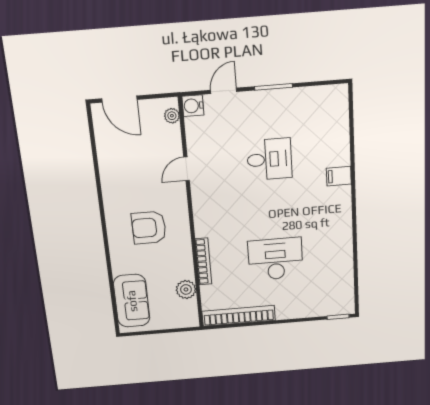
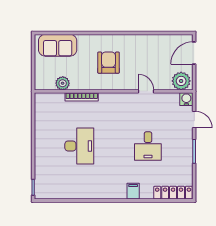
locker: (339, 115) -> (173, 193), added
plant: (172, 116) -> (181, 81), width x1.87, depth x1.87
bookcase: (239, 316) -> (40, 118), removed

